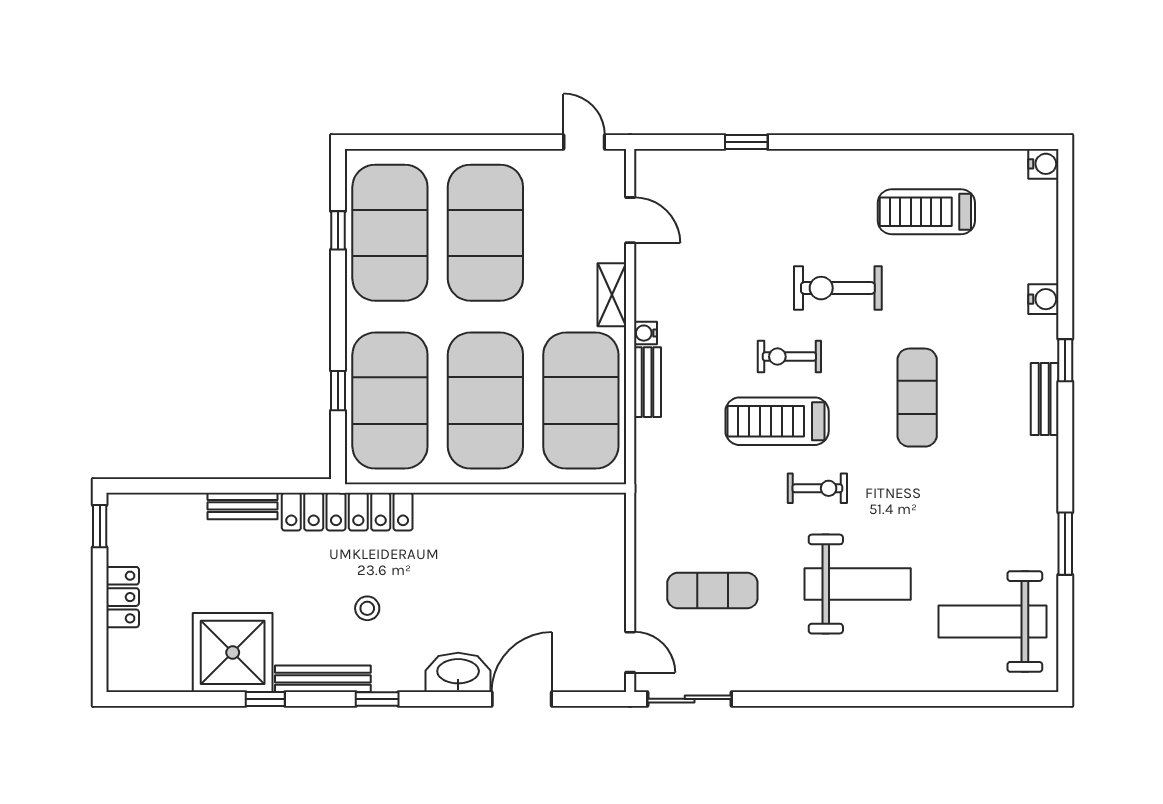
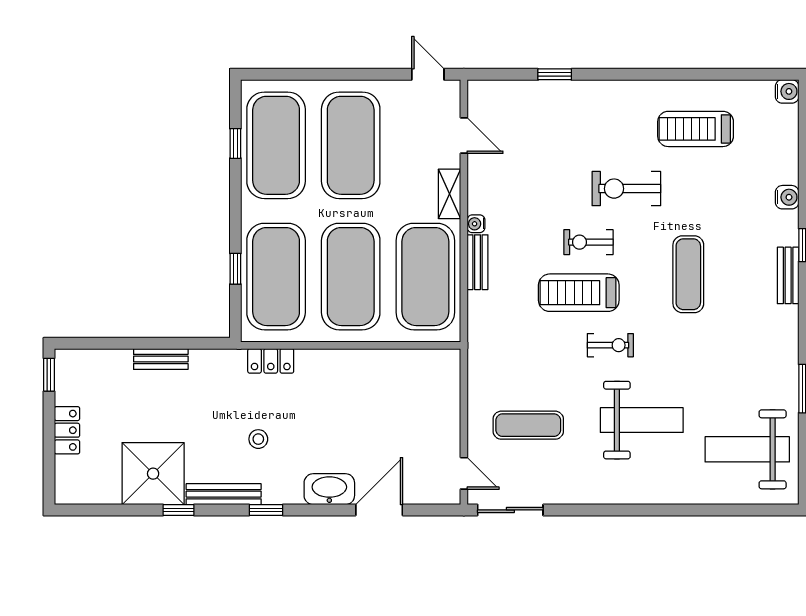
locker: (347, 512) -> (271, 361), width x0.46, depth x0.83

